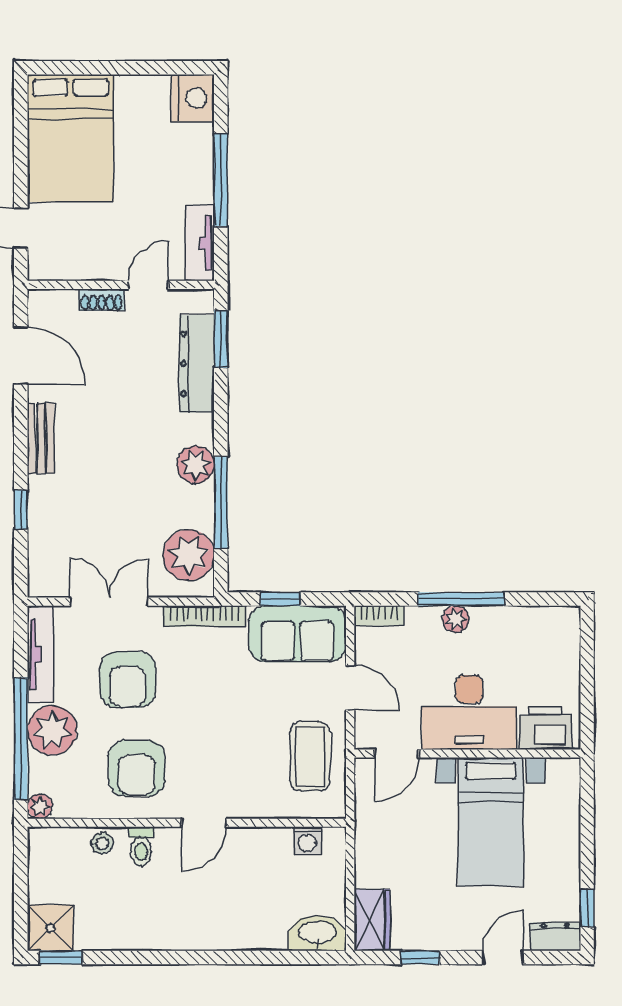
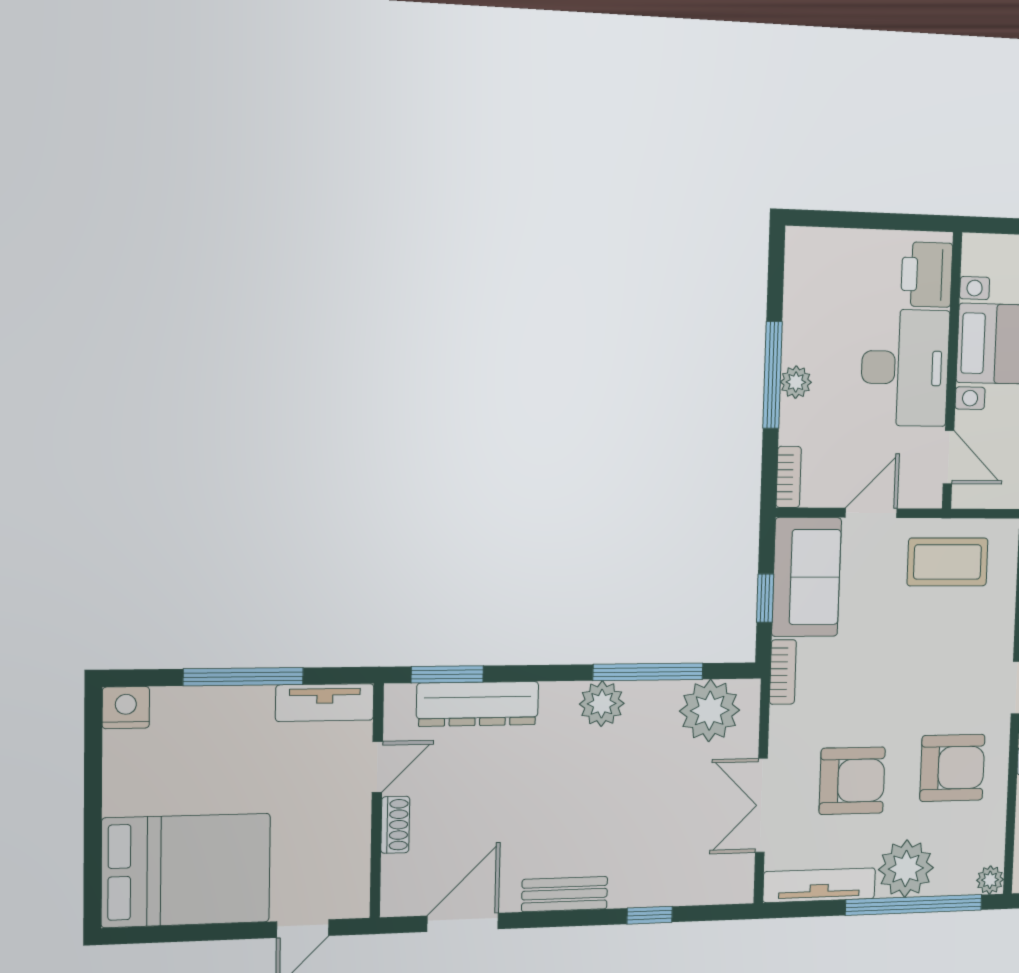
nightstand: (193, 98) -> (126, 708), width x0.74, depth x0.75
door: (148, 285) -> (377, 767), swing flipped
bookcase: (204, 616) -> (783, 672), width x0.64

